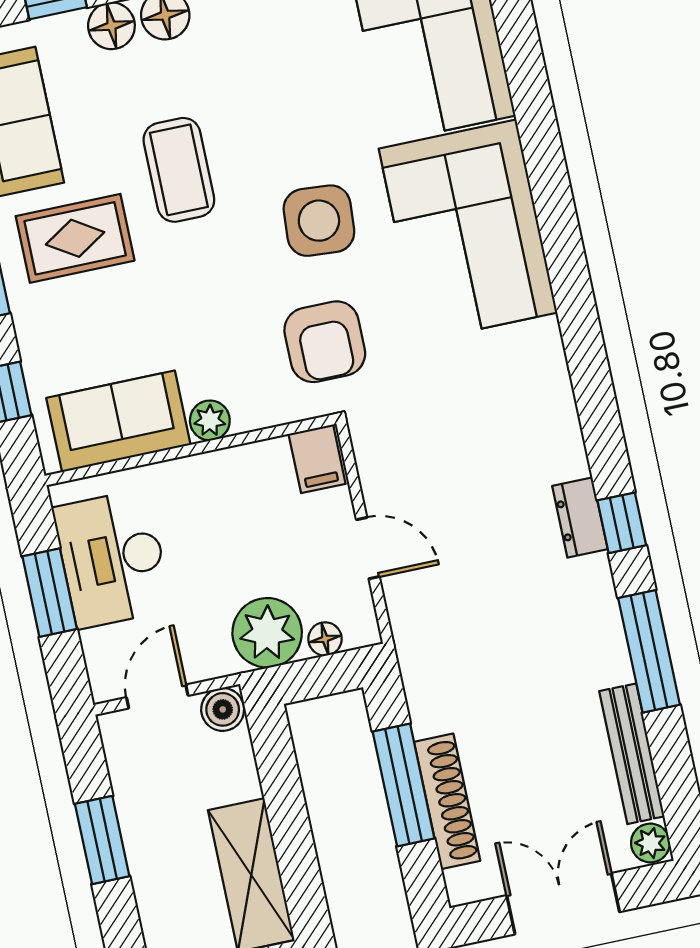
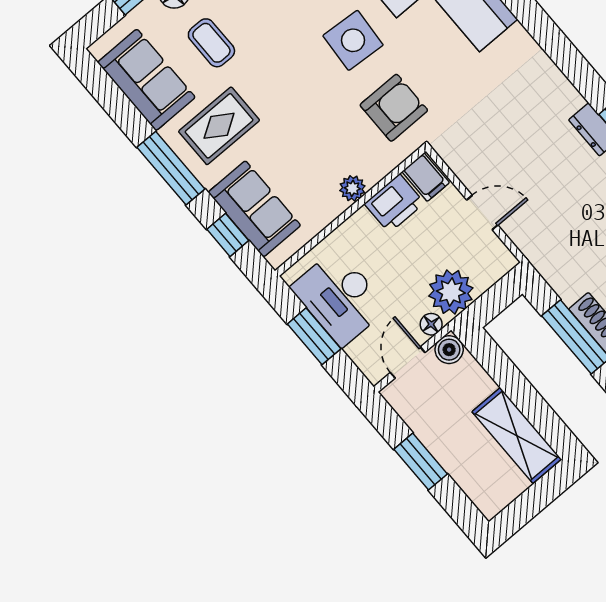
coffee table: (179, 170) -> (211, 43), moved, width x0.73, depth x0.77
armchair: (325, 342) -> (394, 108), turned -90
sofa: (118, 421) -> (254, 209), moved, turned 90
printer: (256, 471) -> (394, 203), added
floor lamp: (325, 639) -> (431, 324), moved

